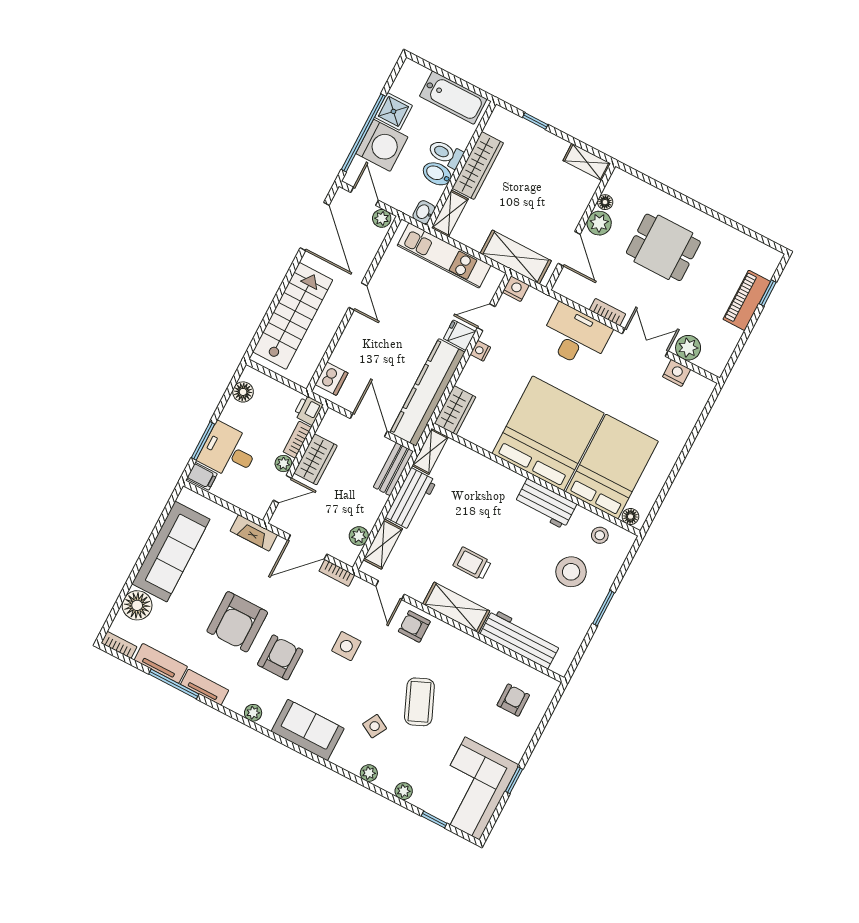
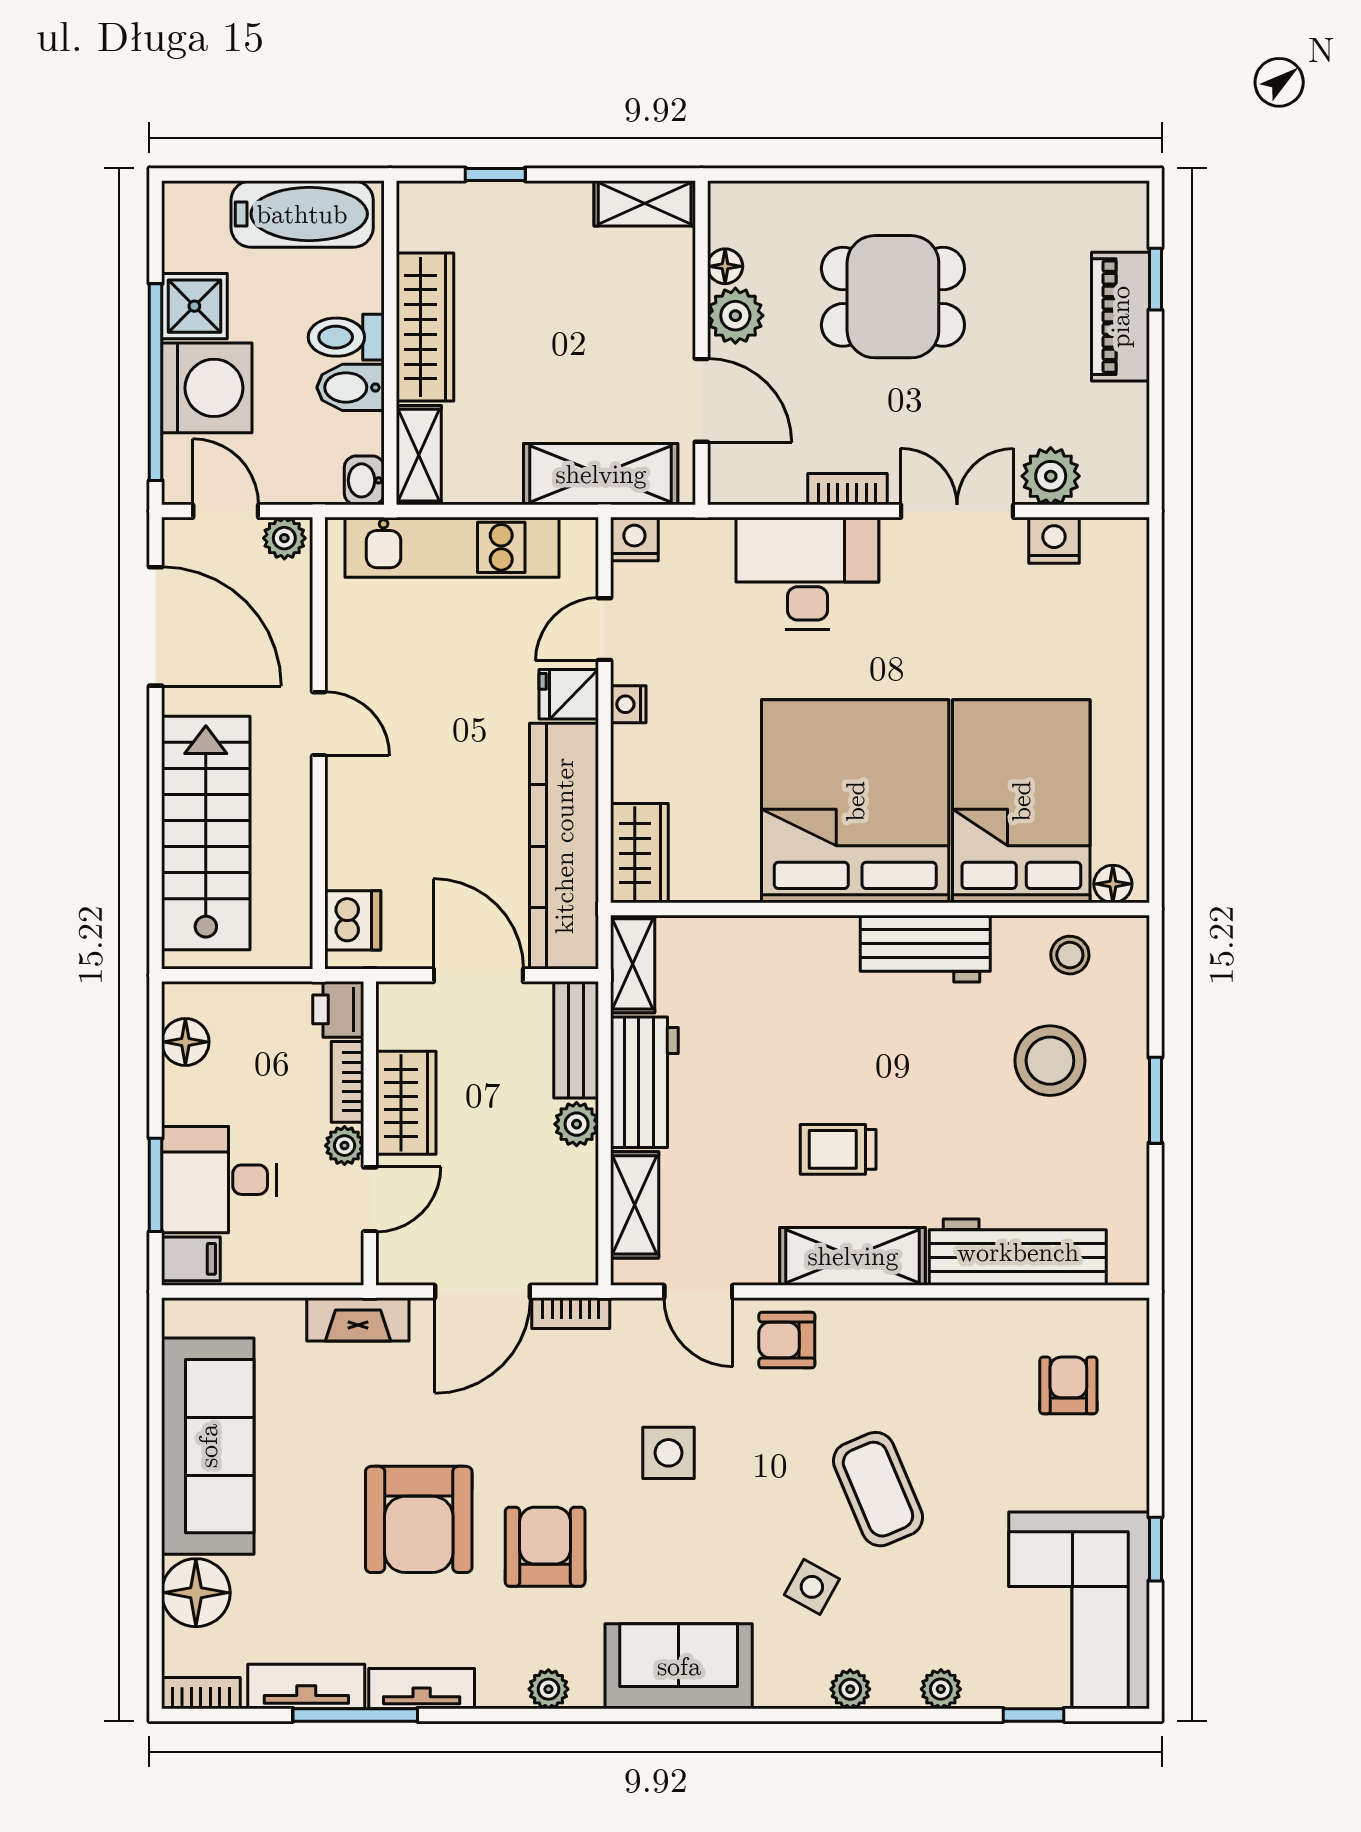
plant: (359, 536) -> (577, 1124), moved

